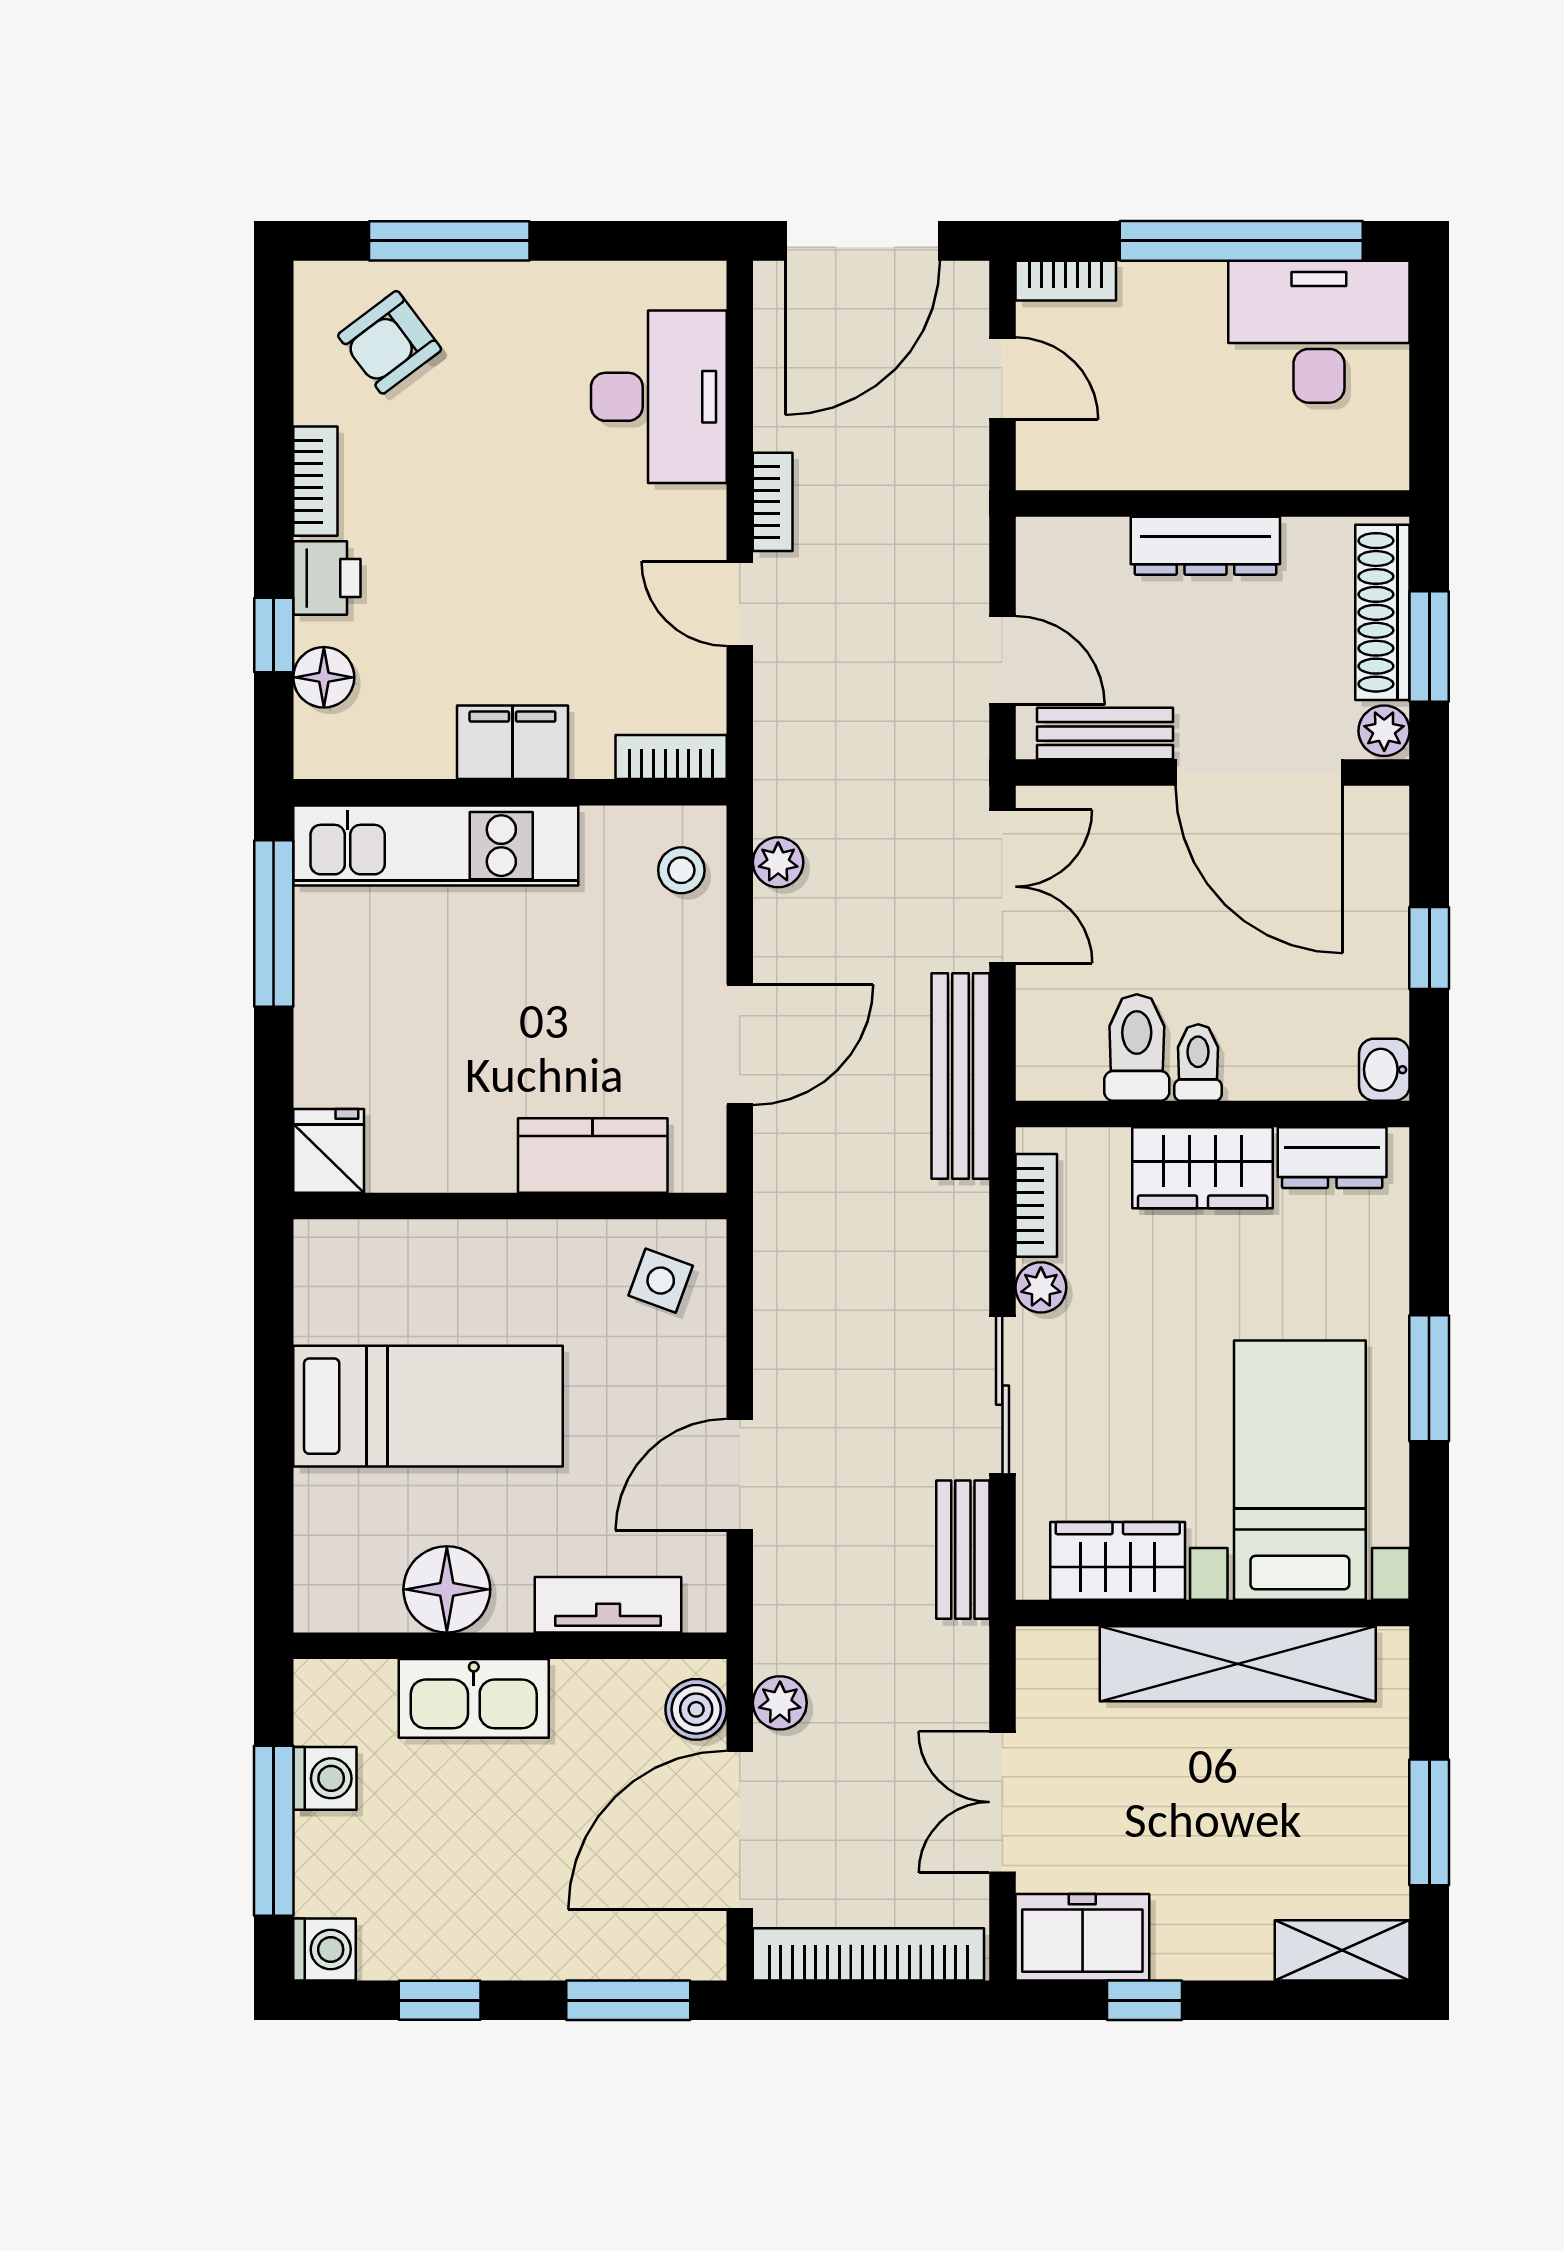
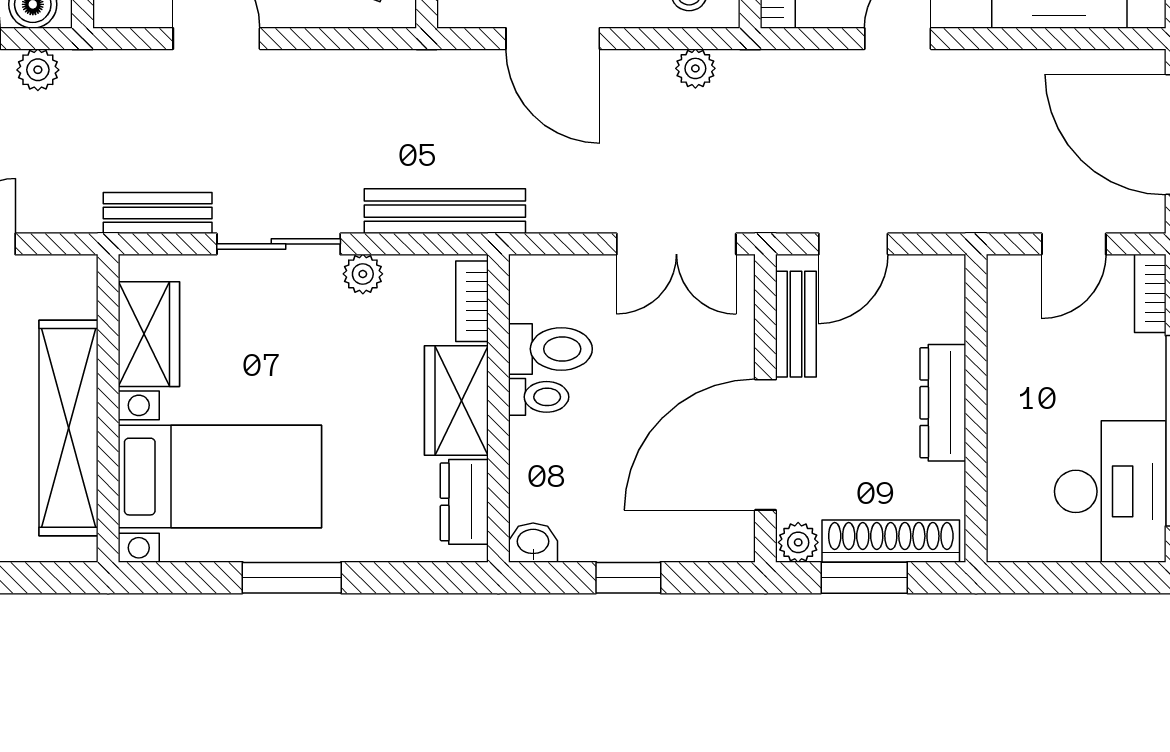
bookcase: (773, 502) -> (977, 64), removed
bench: (961, 1076) -> (445, 211), moved
bookcase: (1036, 1205) -> (472, 301), moved, turned 90

